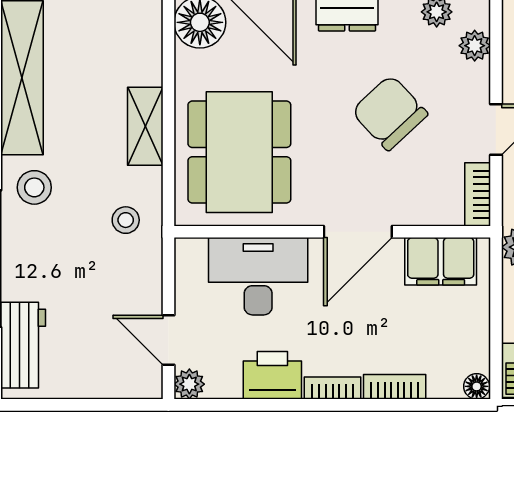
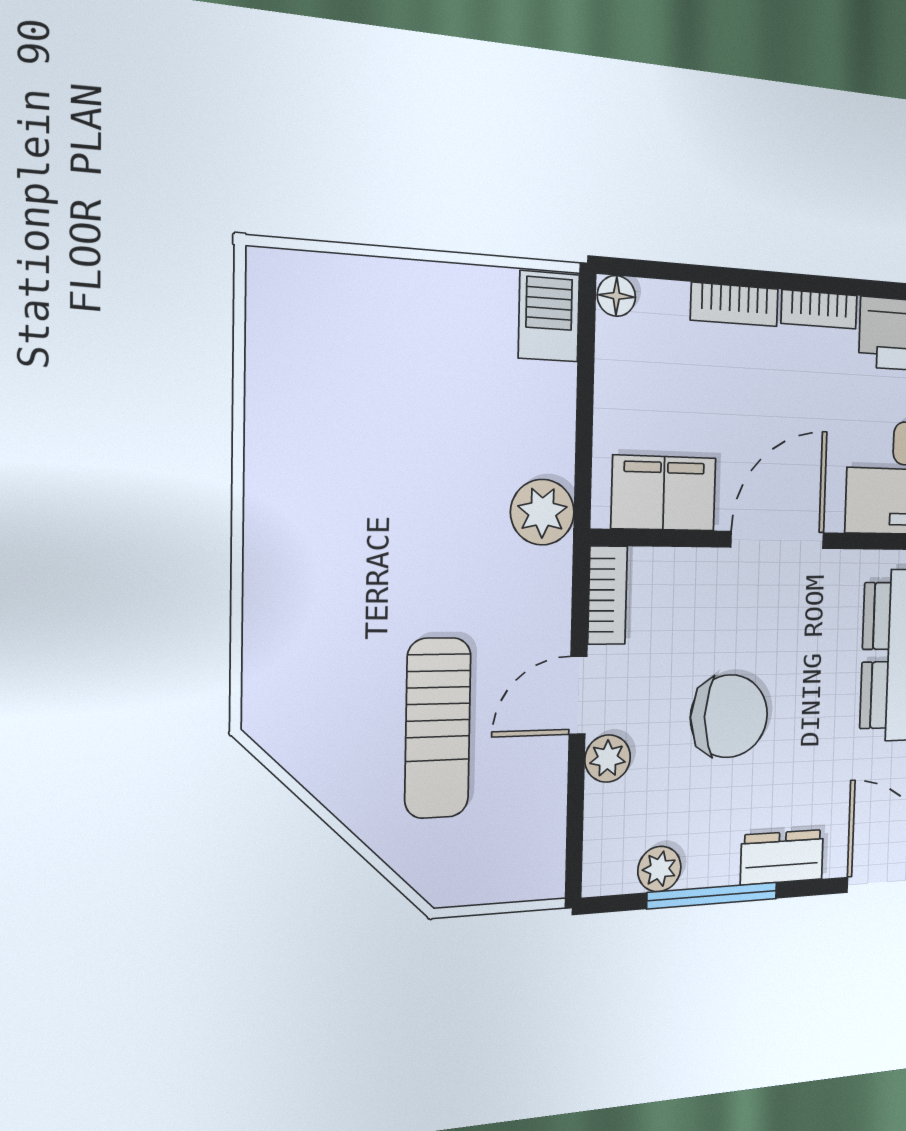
plant: (475, 46) -> (608, 758), moved
chair: (390, 113) -> (729, 716), turned -47

